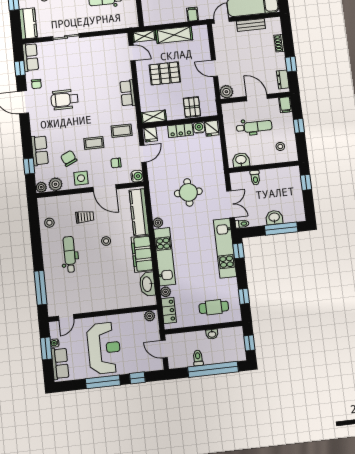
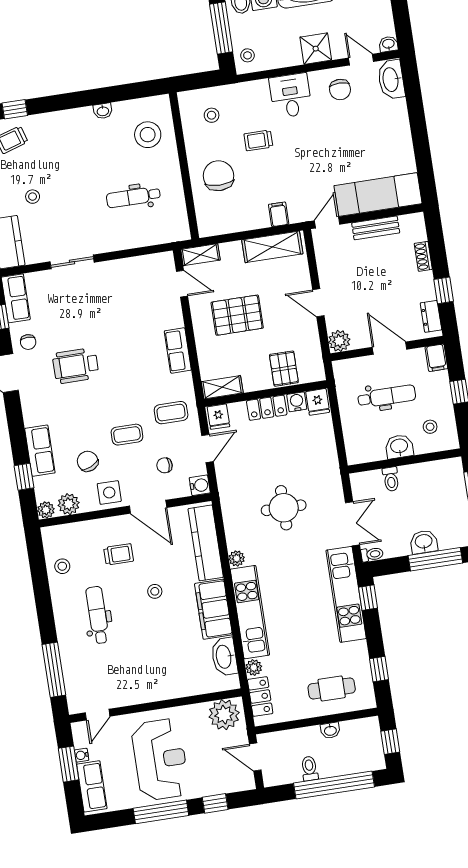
shelving: (174, 35) -> (272, 247), moved
washbasin: (241, 160) -> (399, 447), moved
plant: (150, 316) -> (224, 715), width x1.88, depth x1.88

